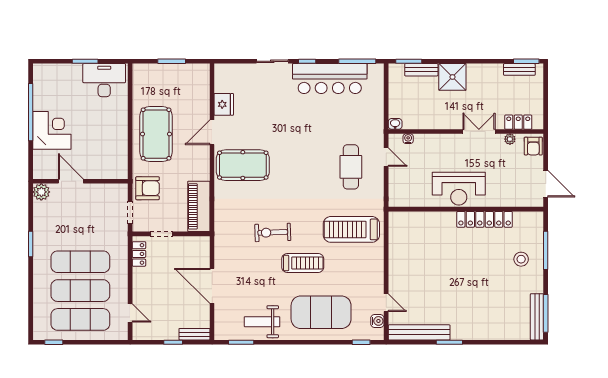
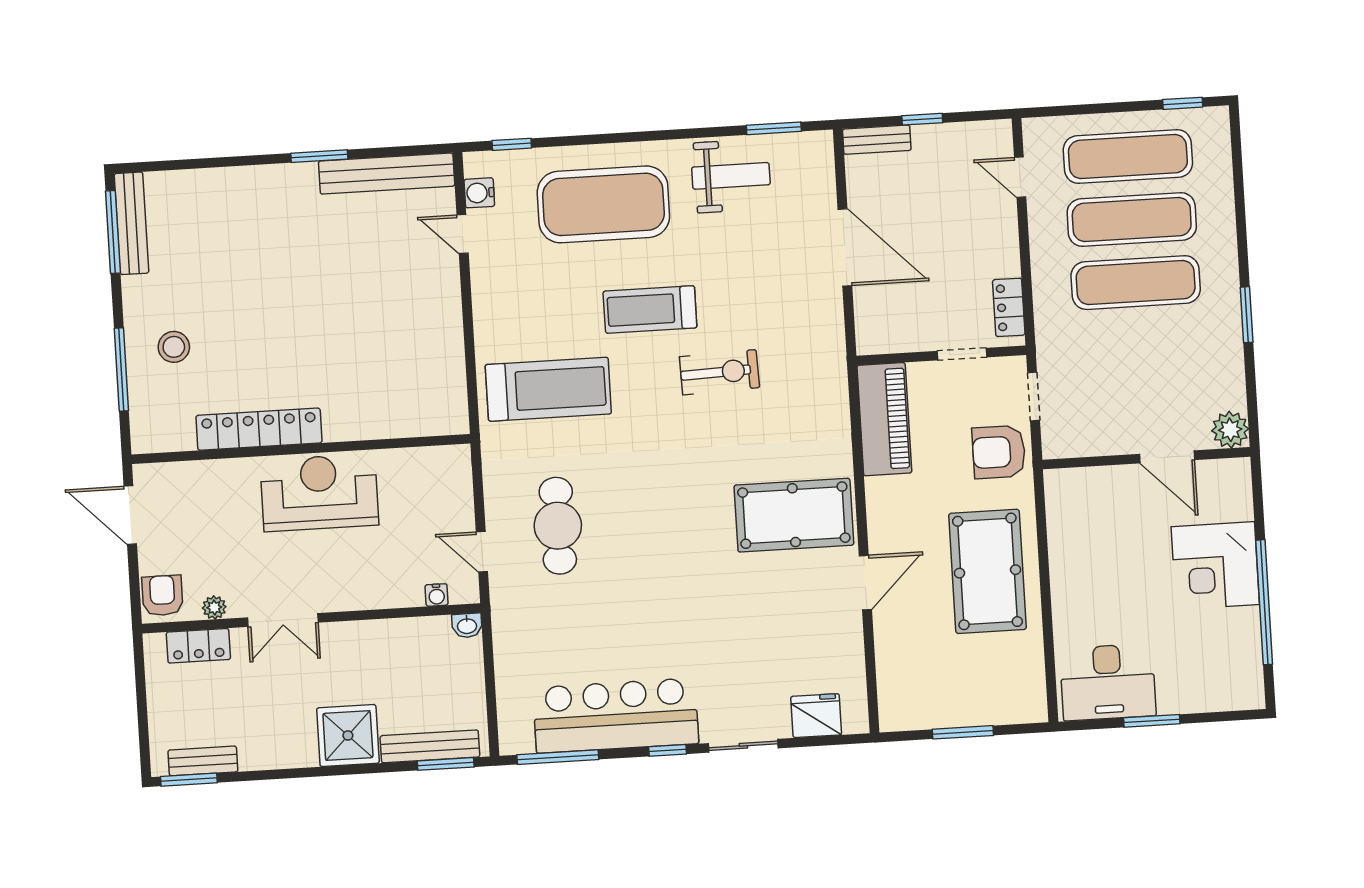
bench: (421, 70) -> (430, 746), width x1.36
fridge: (224, 104) -> (816, 716), moved, turned 90

